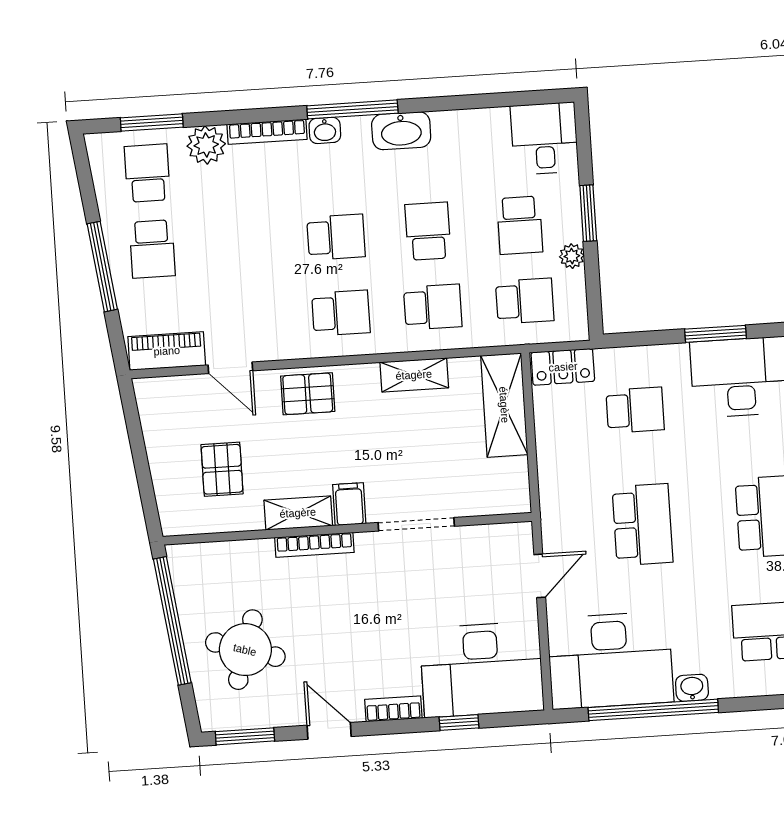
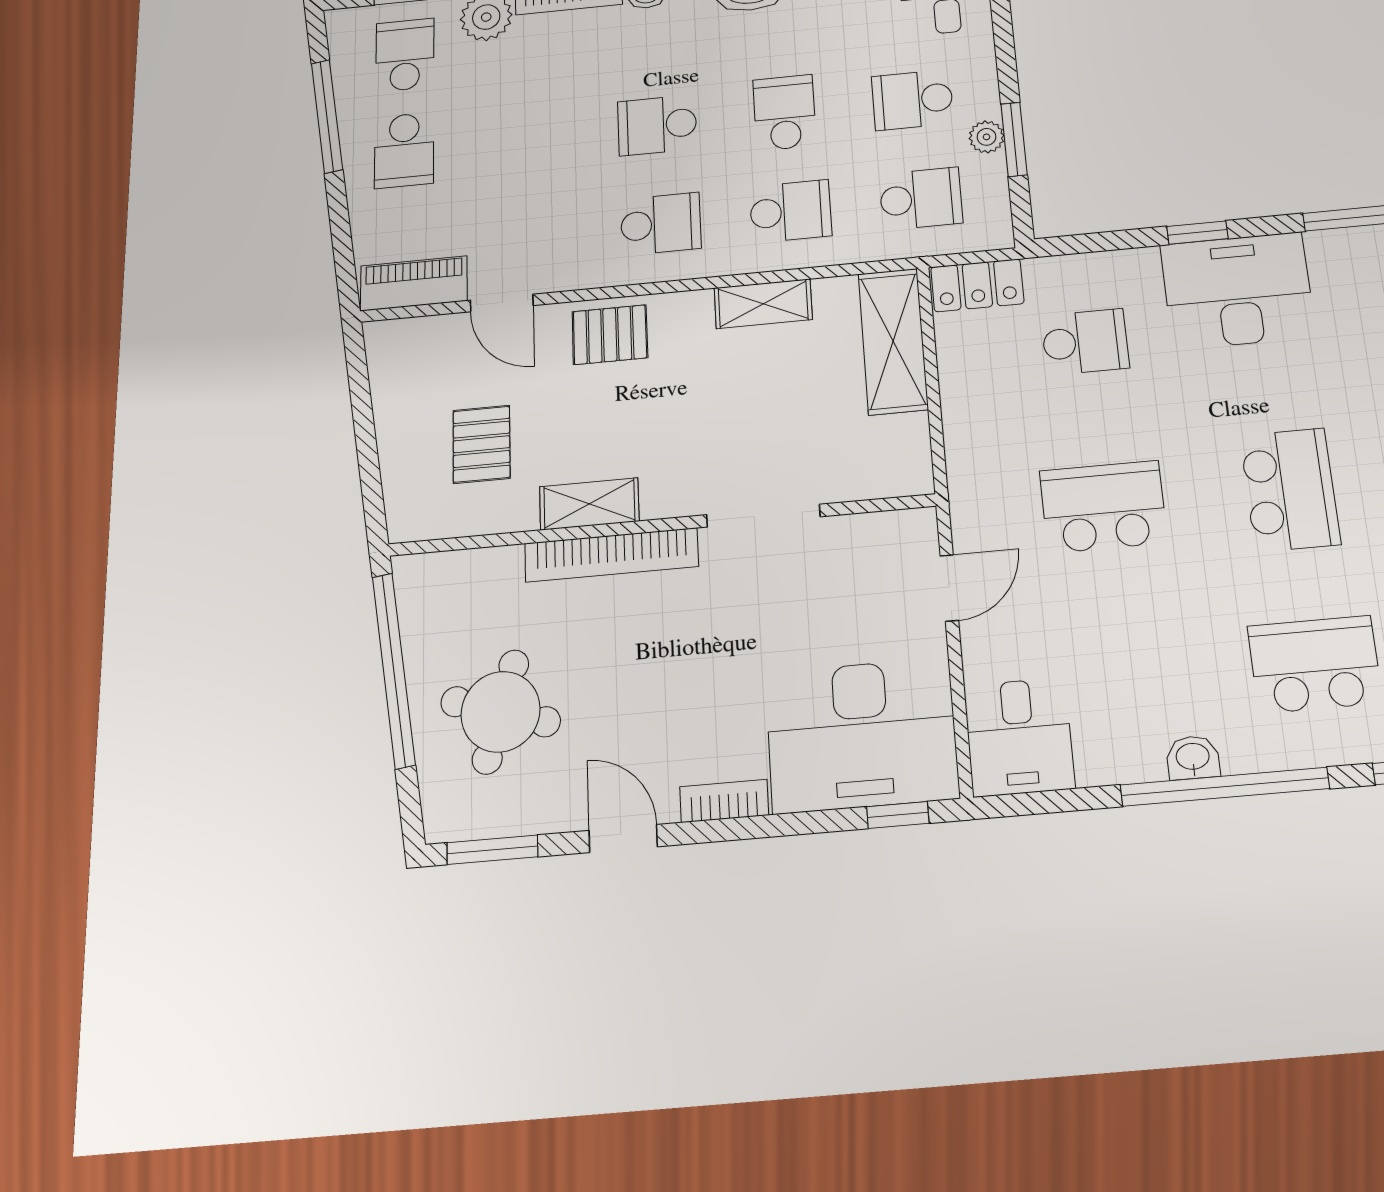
window: (588, 213) -> (1014, 139), moved
school desk: (520, 225) -> (913, 100), turned 90
school desk: (336, 237) -> (657, 125), turned 180
window: (102, 267) -> (327, 116), moved
window: (716, 334) -> (1197, 233), width x0.67
filing cabinet: (349, 504) -> (665, 489), removed
school desk: (643, 525) -> (1103, 507), turned -90
bookcase: (314, 545) -> (611, 555), width x1.48, depth x1.31
desk: (610, 660) -> (1019, 737), width x0.53, depth x0.77
window: (653, 710) -> (1225, 787), moved
window: (459, 722) -> (898, 815), moved

